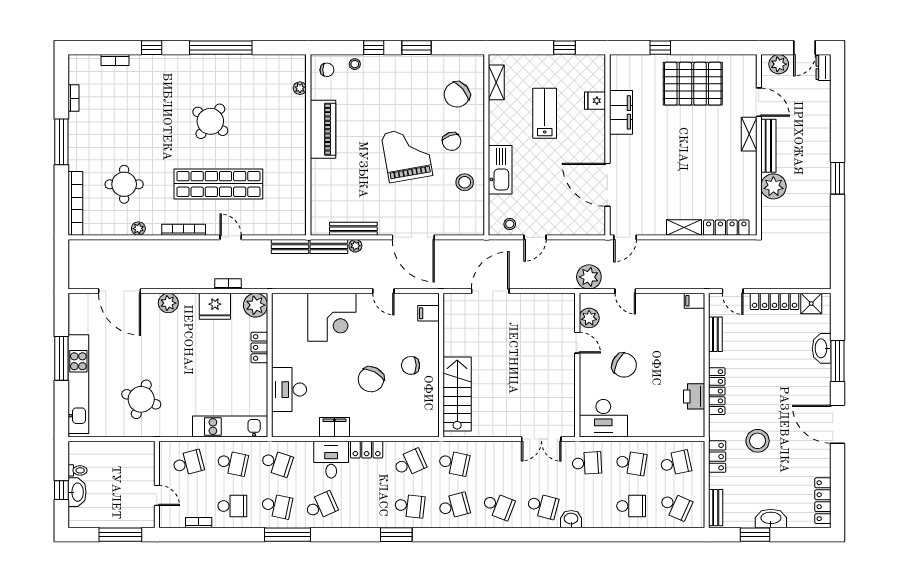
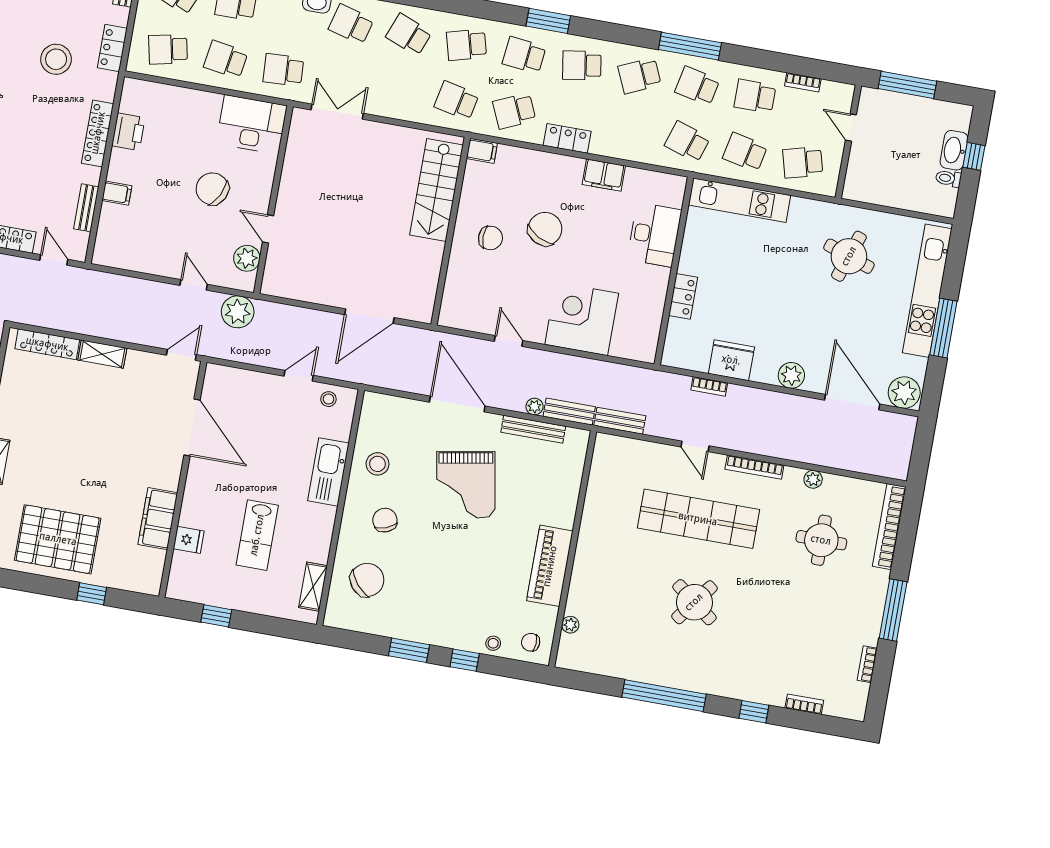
grand piano: (407, 155) -> (466, 485), moved
filing cabinet: (695, 301) -> (117, 193), moved
plant: (256, 305) -> (904, 393), moved
filing cabinet: (428, 313) -> (482, 151), moved
desk: (331, 460) -> (616, 134), removed
school desk: (365, 506) -> (582, 65), added

